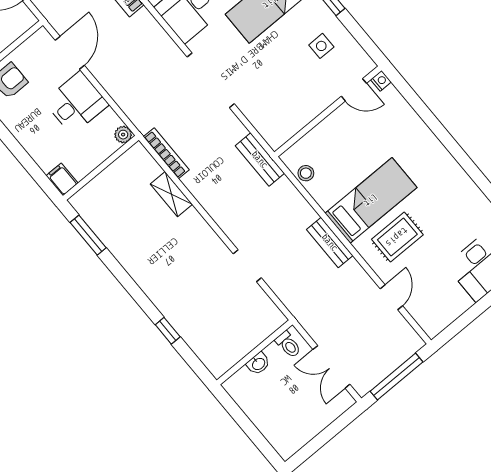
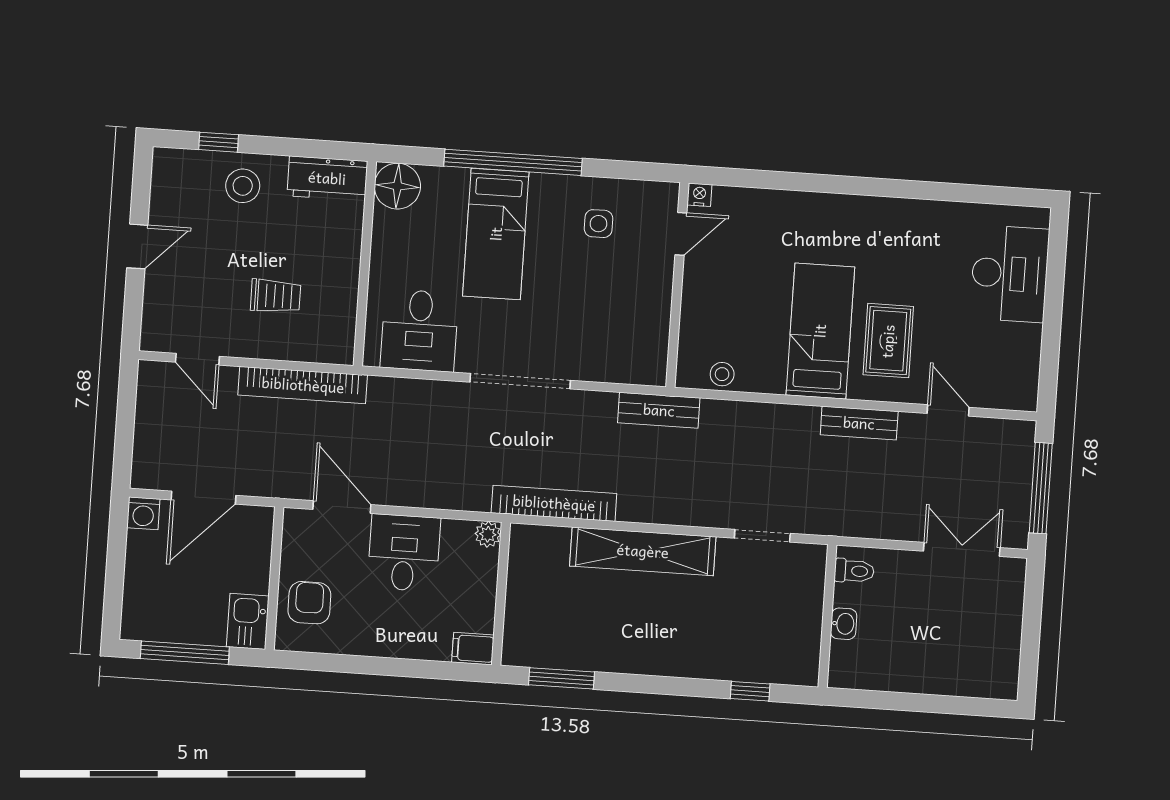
bookcase: (166, 153) -> (554, 503), width x1.48, depth x1.31
shelving: (171, 194) -> (643, 551), width x2.20, depth x1.33
bench: (330, 242) -> (859, 423), moved
toilet: (288, 345) -> (854, 571), moved
wall: (255, 352) -> (827, 616), moved
washbasin: (258, 364) -> (844, 624), moved
double door: (331, 367) -> (962, 549), swing flipped

